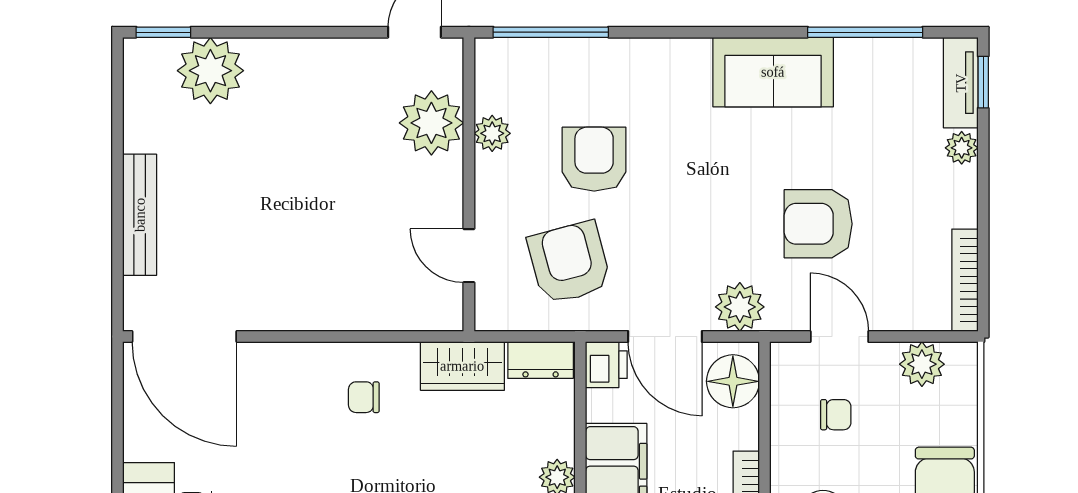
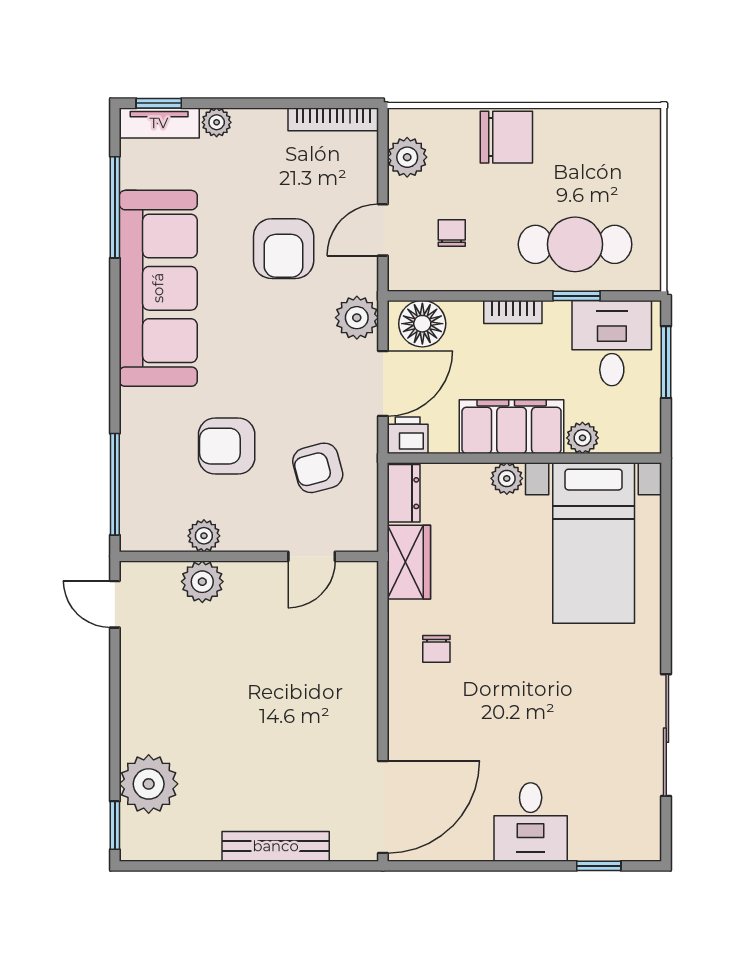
sofa: (773, 72) -> (158, 288), width x1.85, depth x1.27
plant: (431, 123) -> (202, 582), width x0.73, depth x0.73
armchair: (569, 263) -> (318, 468), width x0.72, depth x0.72

